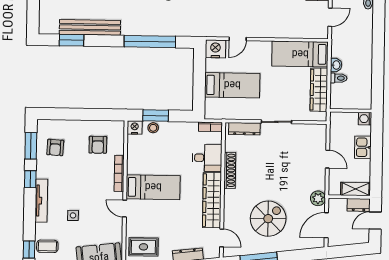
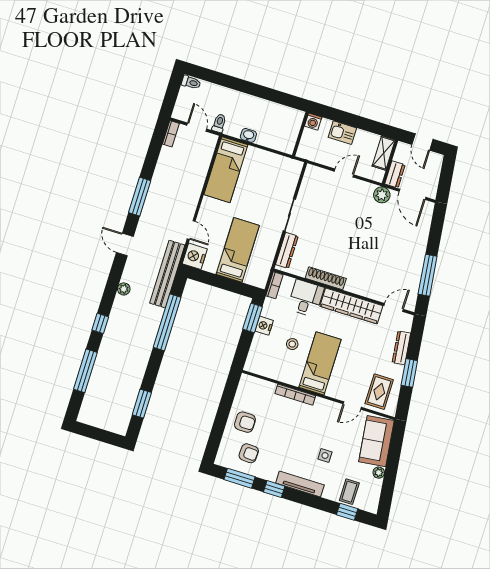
bench: (90, 27) -> (167, 274), moved
toilet: (339, 78) -> (219, 123), moved
wardrobe: (319, 90) -> (269, 161), removed
window: (156, 116) -> (253, 318), moved
nightstand: (135, 127) -> (264, 326), moved
stool: (153, 128) -> (292, 344), moved
armchair: (98, 145) -> (245, 422), moved
dresser: (359, 205) -> (395, 174), moved
door: (125, 209) -> (352, 406), moved
spiral stairs: (268, 219) -> (388, 253), removed

